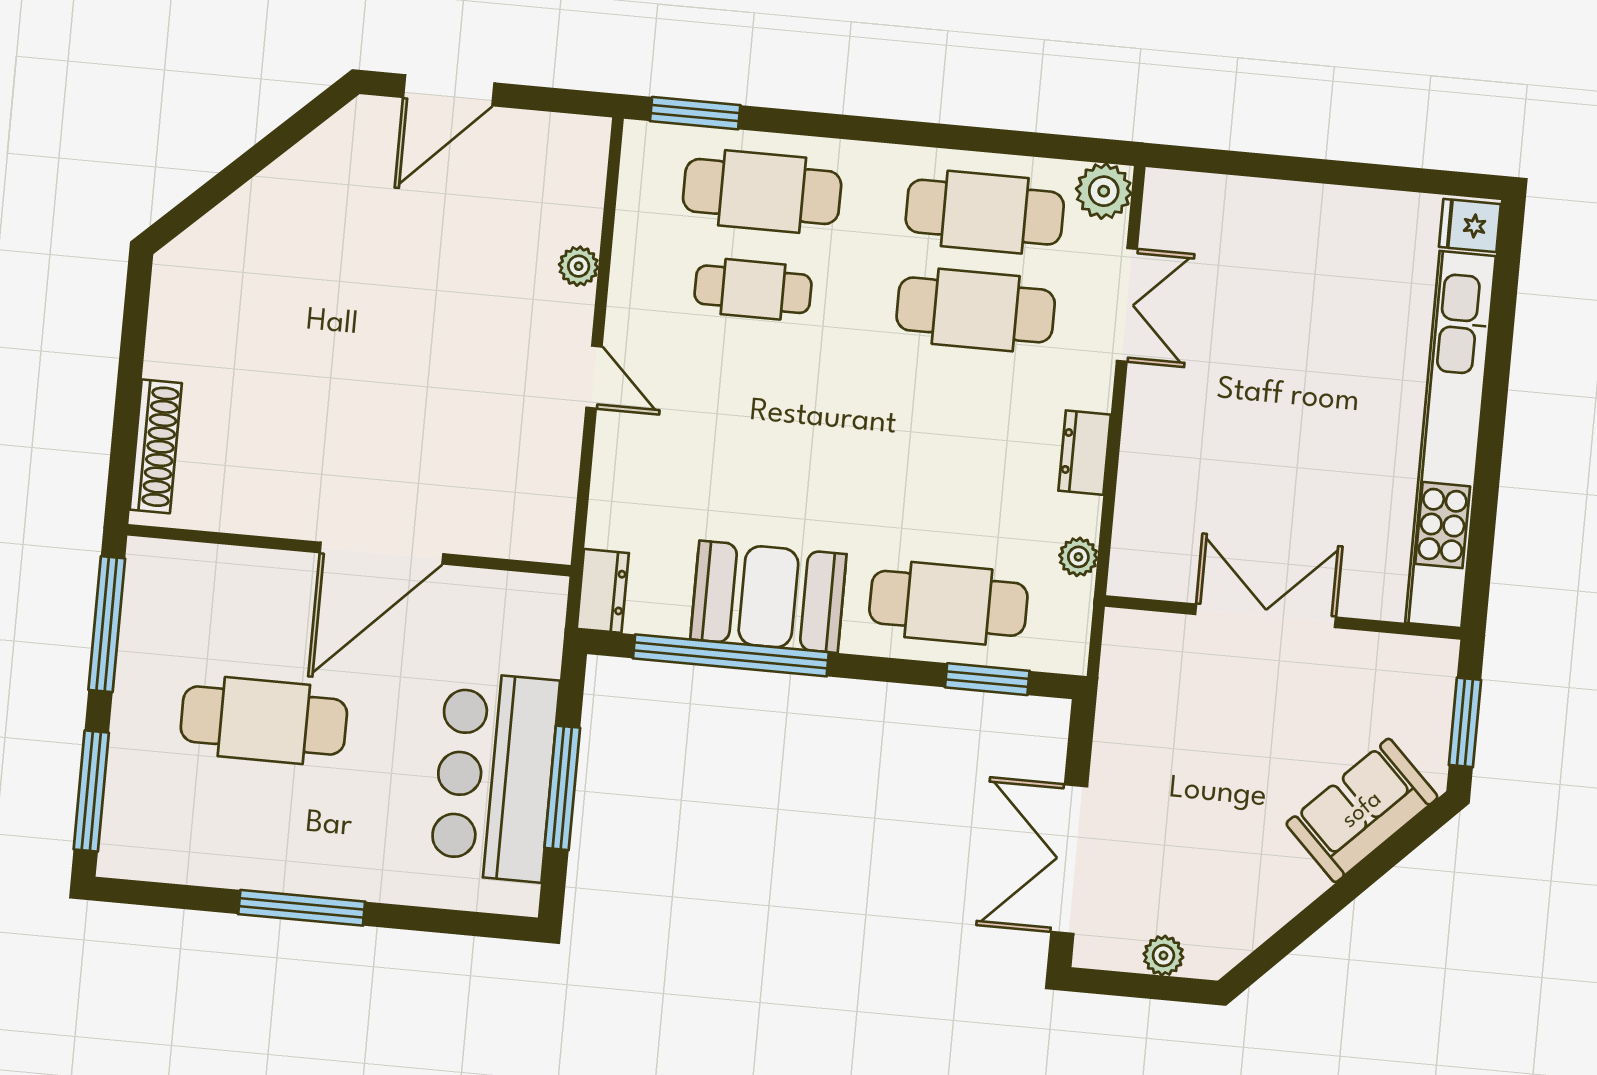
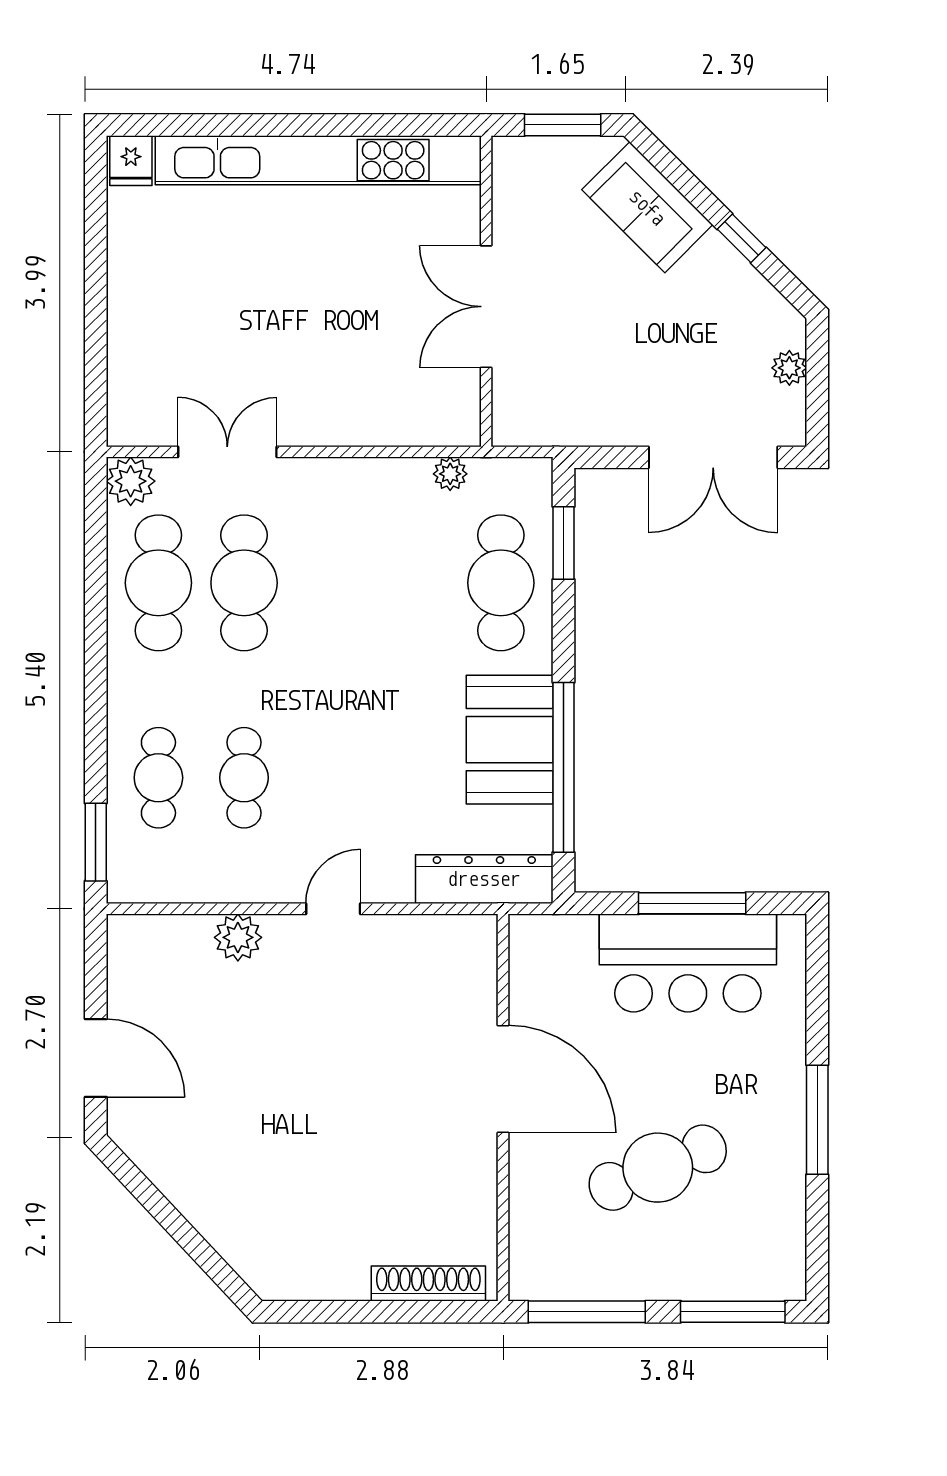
cafe table: (762, 192) -> (158, 778), width x0.73, depth x0.74
plant: (579, 266) -> (238, 937), width x1.38, depth x1.38
dresser: (1085, 453) -> (359, 477), removed
dresser: (603, 591) -> (484, 879), width x1.96, depth x1.24
cafe table: (264, 721) -> (658, 1168), turned 68
window: (1316, 915) -> (742, 238), added

